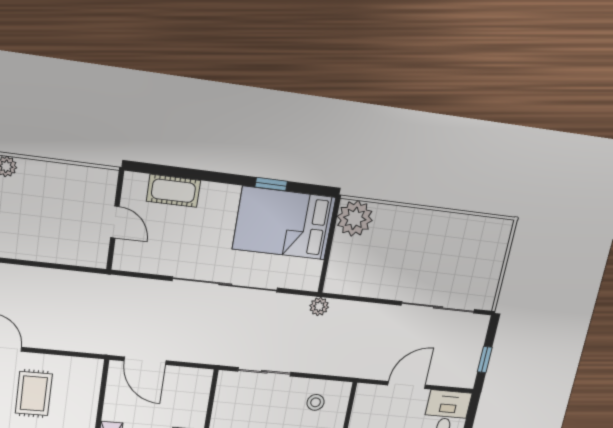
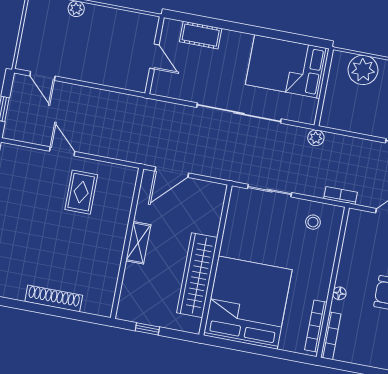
window: (271, 184) -> (277, 35), removed
plant: (355, 218) -> (363, 70), moved
door: (145, 361) -> (172, 172), hinge flipped
bookcase: (348, 370) -> (341, 196), added

